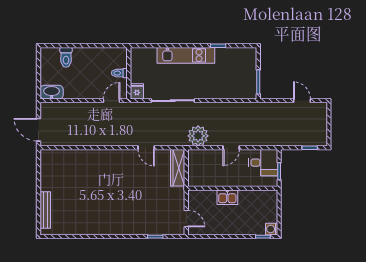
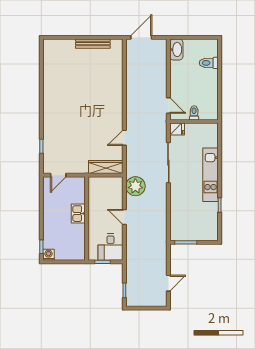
bench: (45, 210) -> (93, 44), moved

